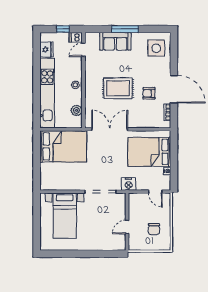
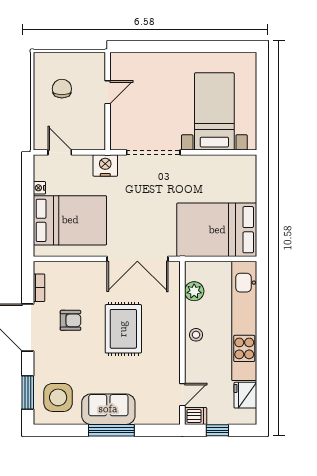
sofa: (115, 41) -> (108, 409), moved
window: (174, 51) -> (28, 392), added
rug: (118, 88) -> (123, 329), turned 90

